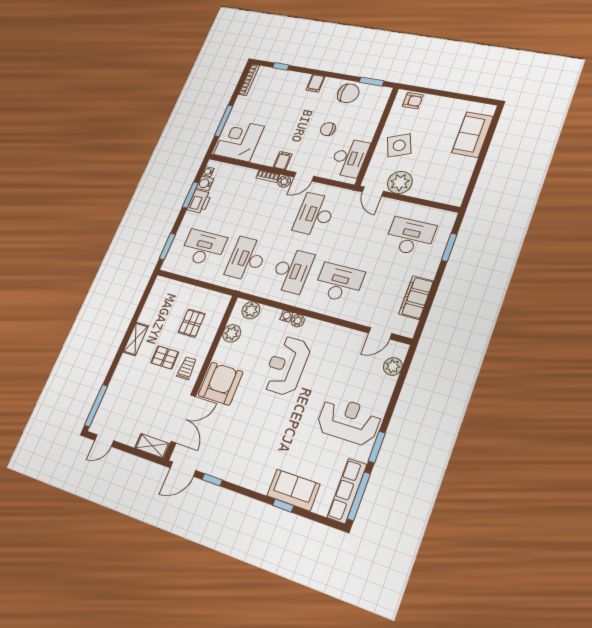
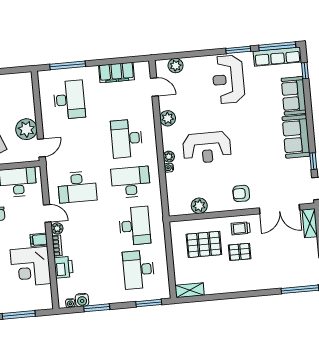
corner desk: (239, 140) -> (31, 267), moved
printer: (199, 202) -> (64, 267), moved, turned 90
desk: (410, 237) -> (69, 100), turned 180
window: (449, 247) -> (68, 65), width x1.44
desk: (247, 259) -> (135, 226), turned -90
plant: (251, 310) -> (168, 118), moved
pallet: (192, 323) -> (204, 244), width x1.50, depth x1.42
shelving: (136, 339) -> (190, 290), moved
pallet: (165, 357) -> (240, 252), turned 90
armchair: (221, 384) -> (241, 193), width x0.53, depth x0.53
double door: (184, 419) -> (279, 209), swing flipped
sofa: (248, 472) -> (296, 136), added
window: (283, 505) -> (305, 71), moved

